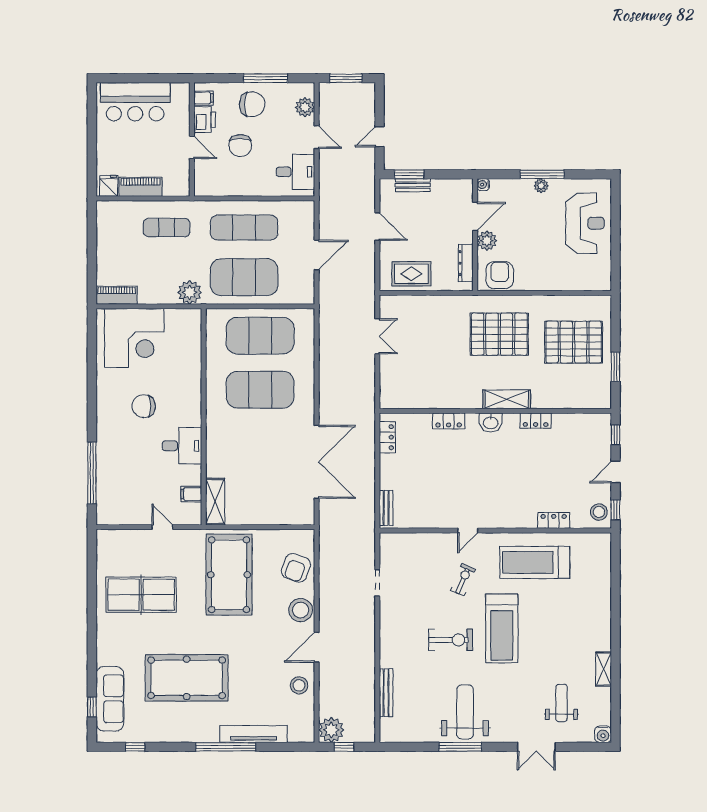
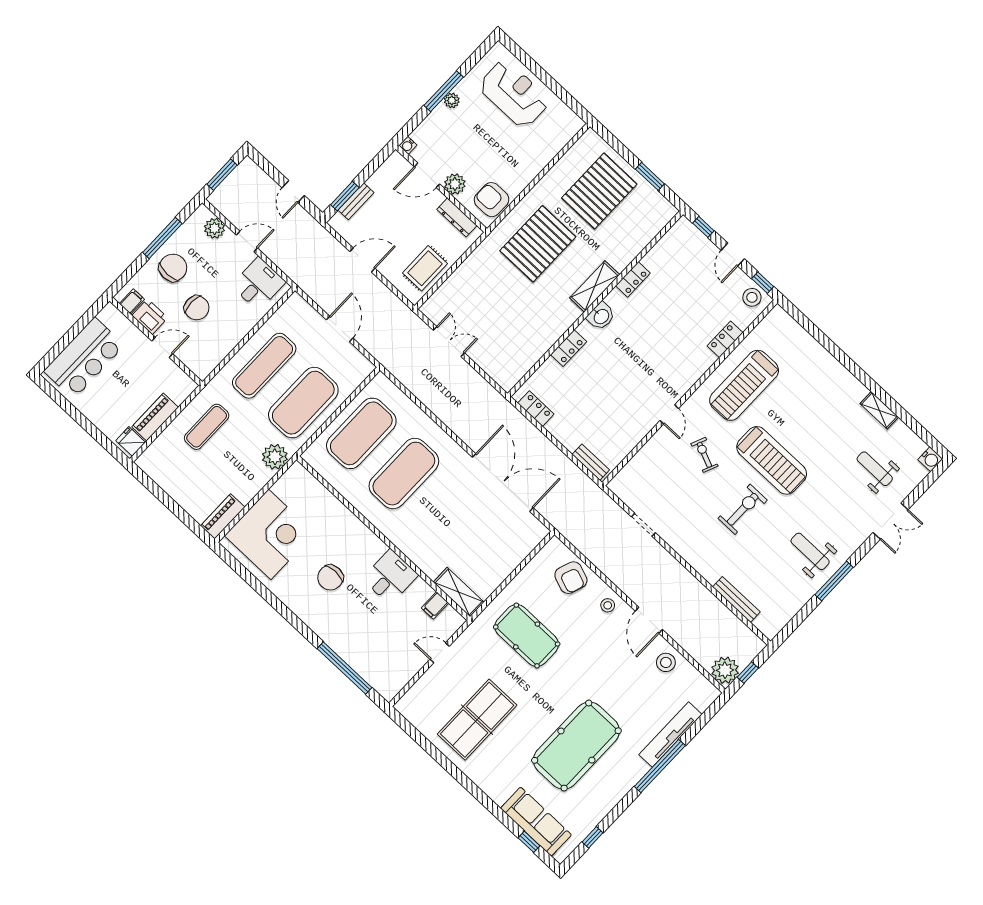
door: (475, 216) -> (427, 175), swing flipped
pool table: (229, 575) -> (527, 635), width x0.73, depth x0.76
stool: (301, 610) -> (608, 605), width x0.53, depth x0.53
weight bench: (465, 712) -> (810, 551), width x0.73, depth x0.75

